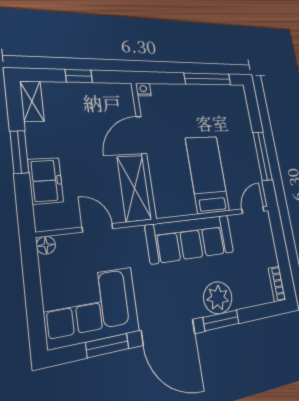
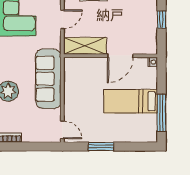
door: (141, 135) -> (120, 56), swing flipped
window: (263, 156) -> (101, 147), width x0.69
bed: (207, 174) -> (131, 101), moved, turned 180

